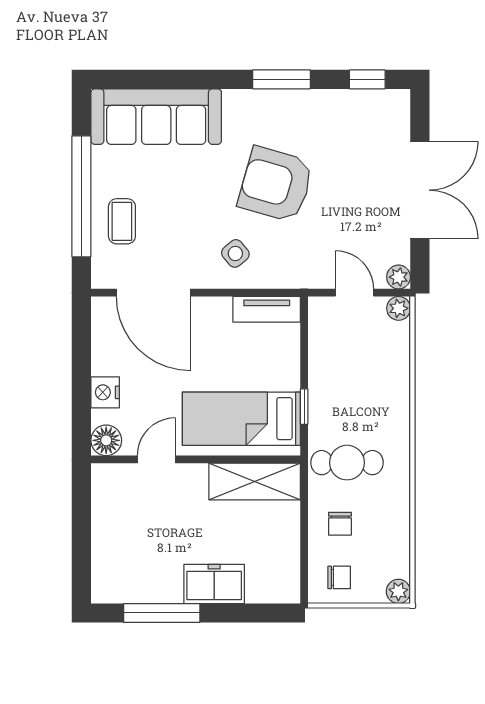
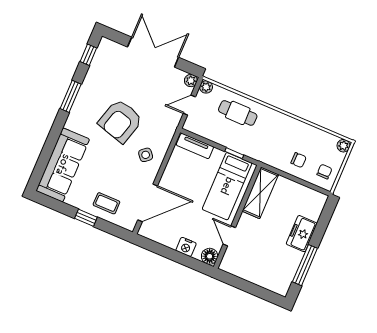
window: (81, 196) -> (86, 218), width x0.32
tv unit: (267, 309) -> (195, 146), moved, turned 90
cafe table: (347, 463) -> (238, 113), moved, turned 90

